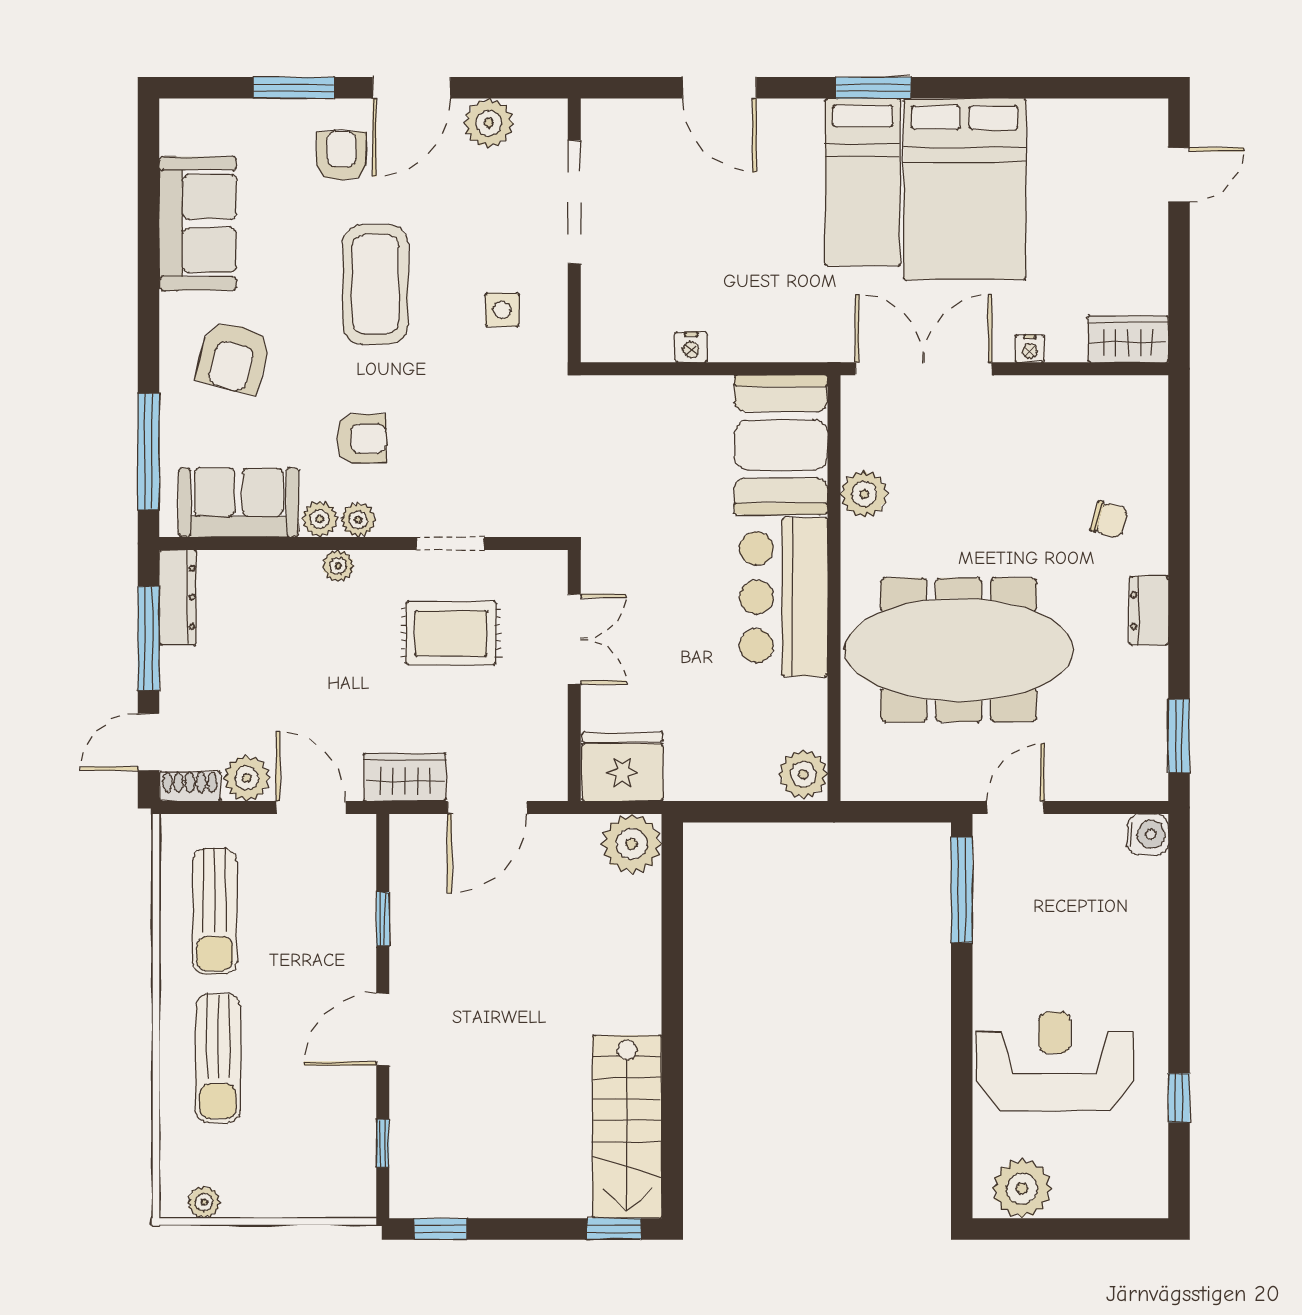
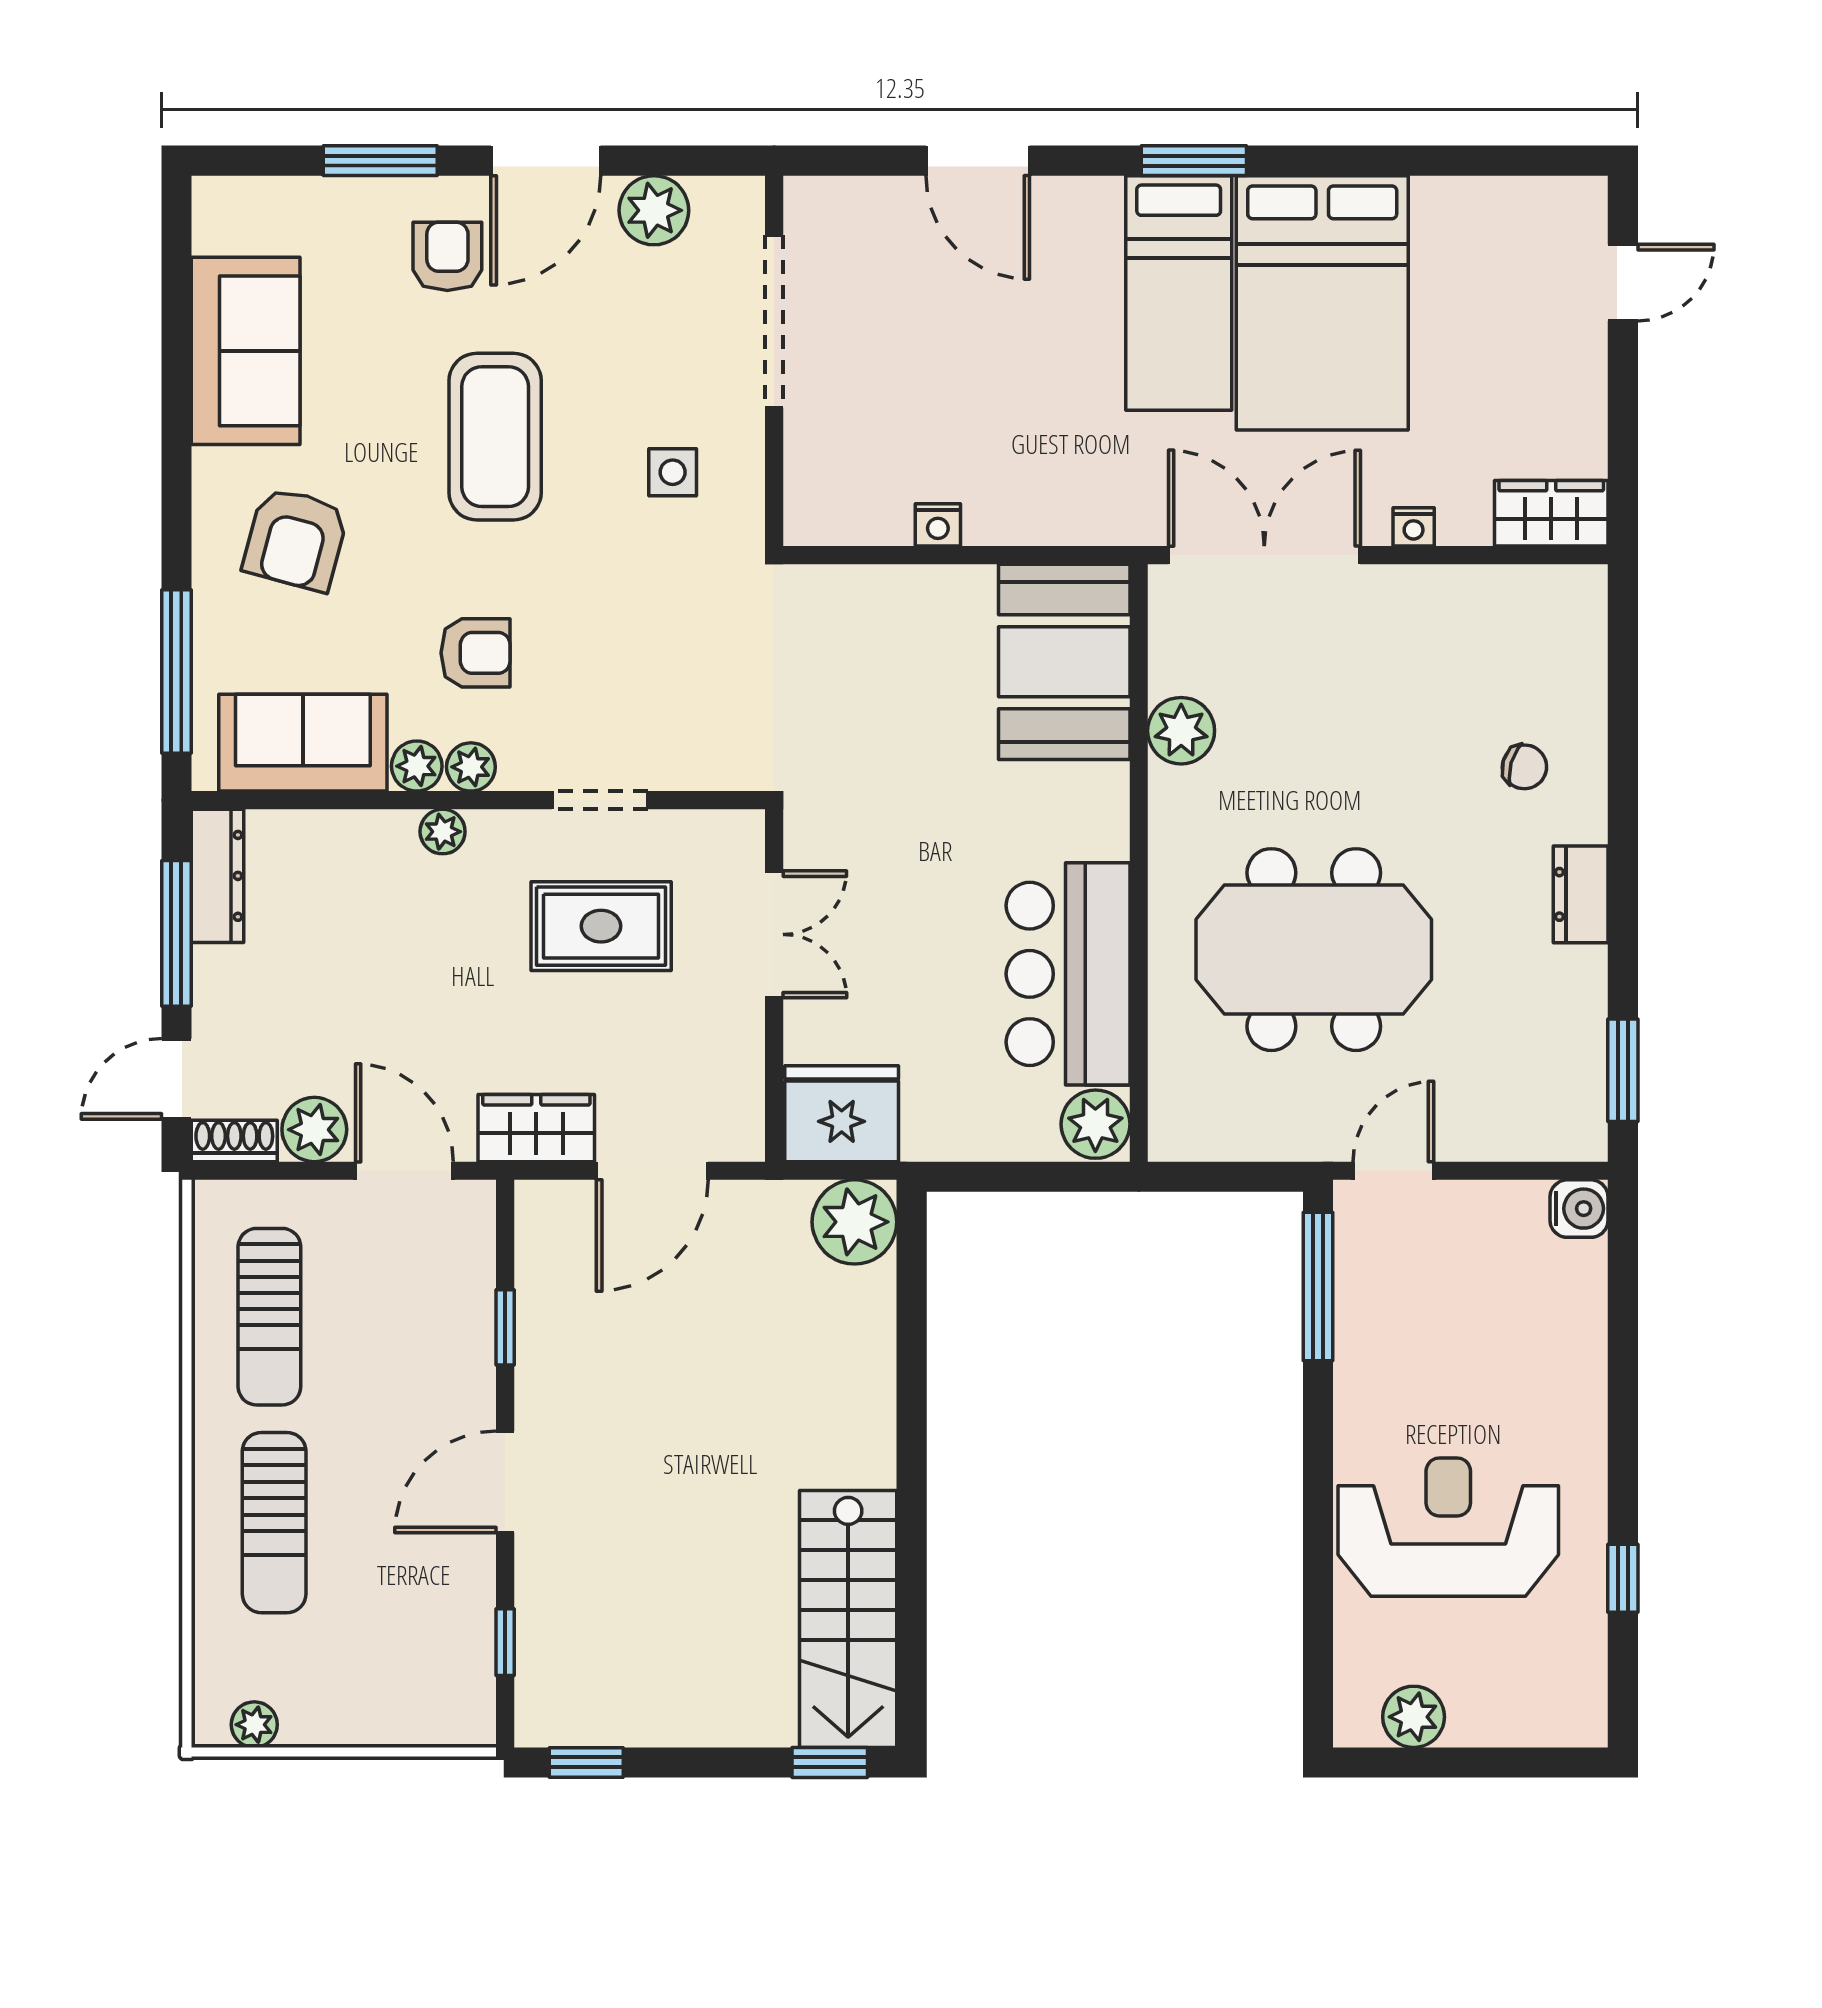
bar counter: (784, 597) -> (1068, 974), moved
meeting table: (959, 650) -> (1314, 950), width x0.73
plant: (1022, 1188) -> (1414, 1717), width x0.73, depth x0.73

